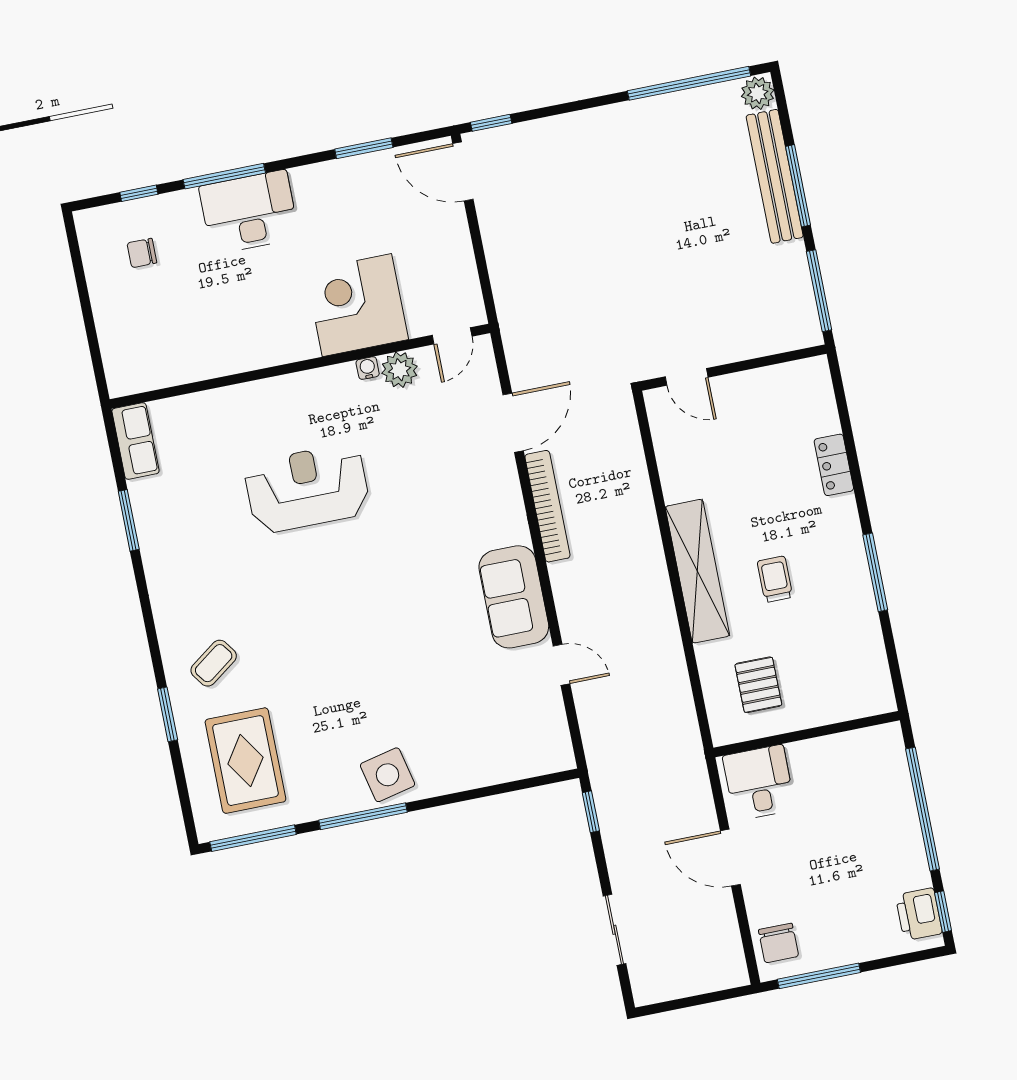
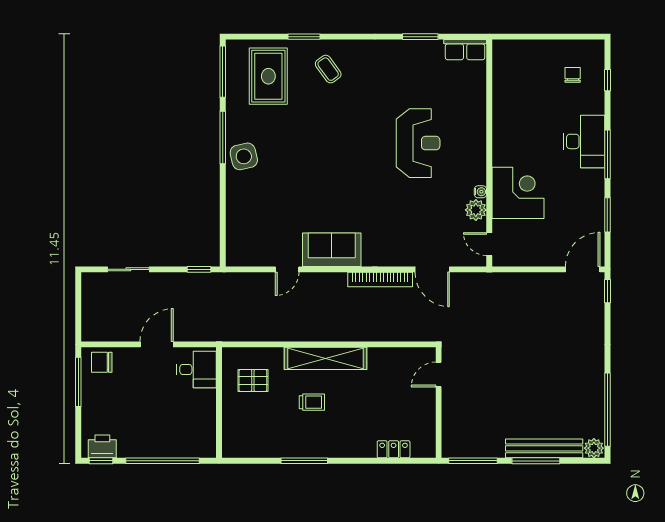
window: (224, 176) -> (607, 154), moved
locker: (834, 465) -> (394, 449), moved
rug: (245, 761) -> (268, 76), turned 90

